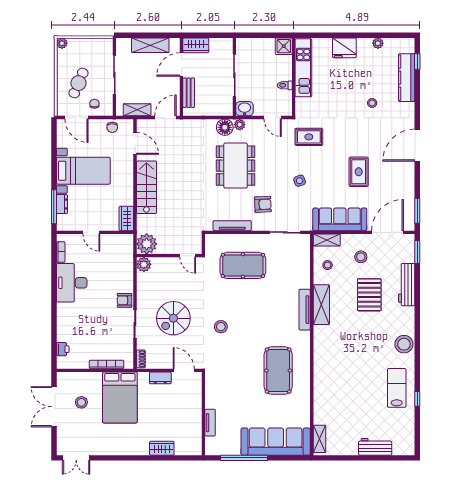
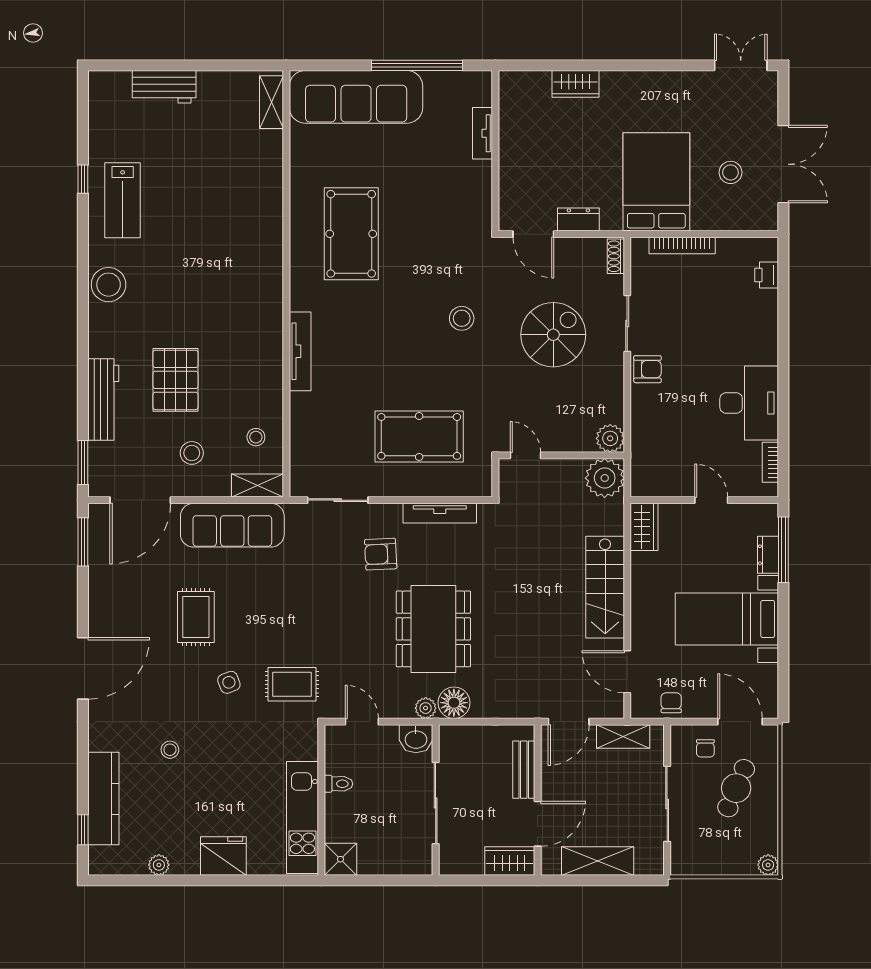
side table: (300, 181) -> (229, 682), moved
shelving: (321, 305) -> (268, 361), removed

